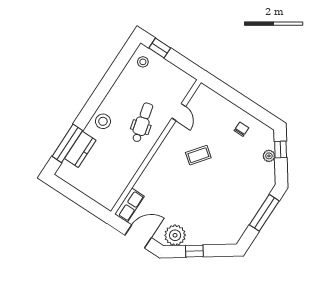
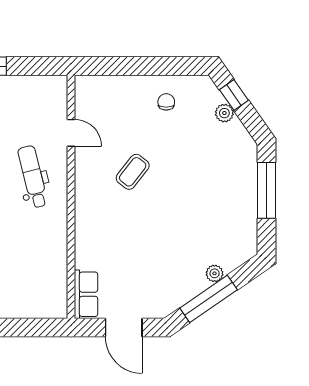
plant: (175, 235) -> (215, 273), moved, width x0.53, depth x0.53
door: (138, 236) -> (124, 327), swing flipped
window: (194, 251) -> (209, 299), width x2.17

